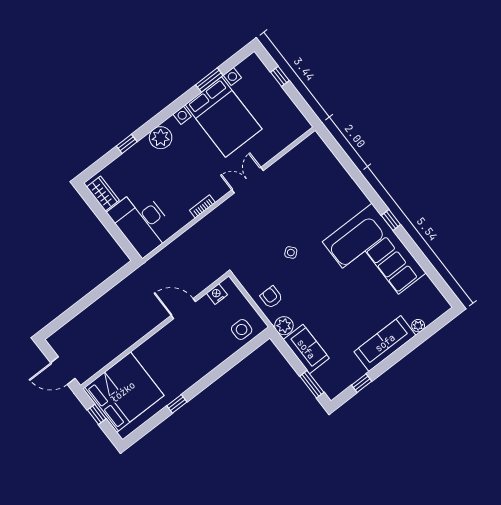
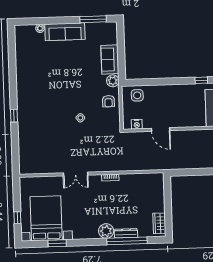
bed with nightstands: (224, 117) -> (46, 218), moved
window: (127, 144) -> (127, 241), width x3.17
dresser: (135, 152) -> (126, 233), added
window: (391, 220) -> (14, 116), moved
desk: (142, 222) -> (149, 193), removed
corner sofa: (374, 257) -> (37, 83), removed
window: (362, 383) -> (93, 19), width x2.17
window: (312, 384) -> (121, 38), removed

